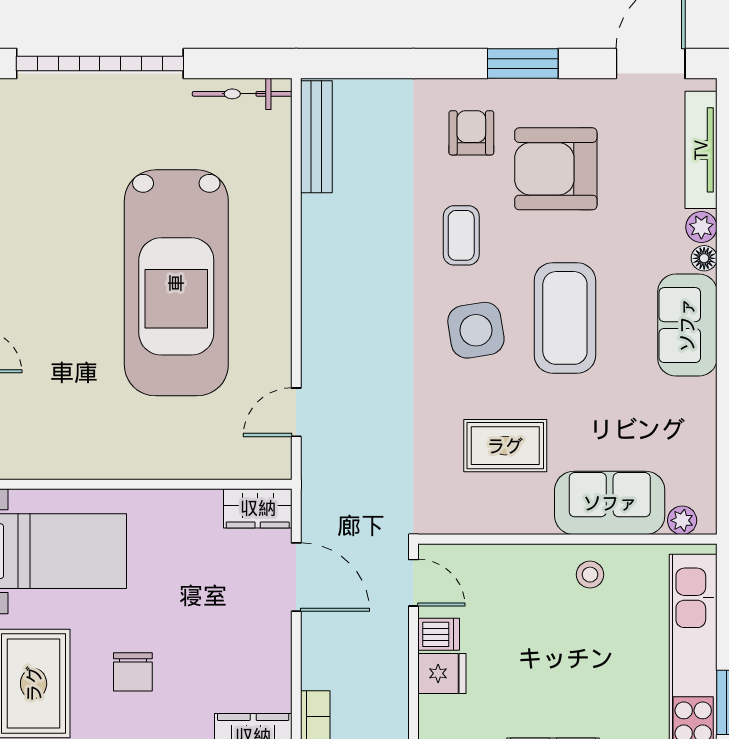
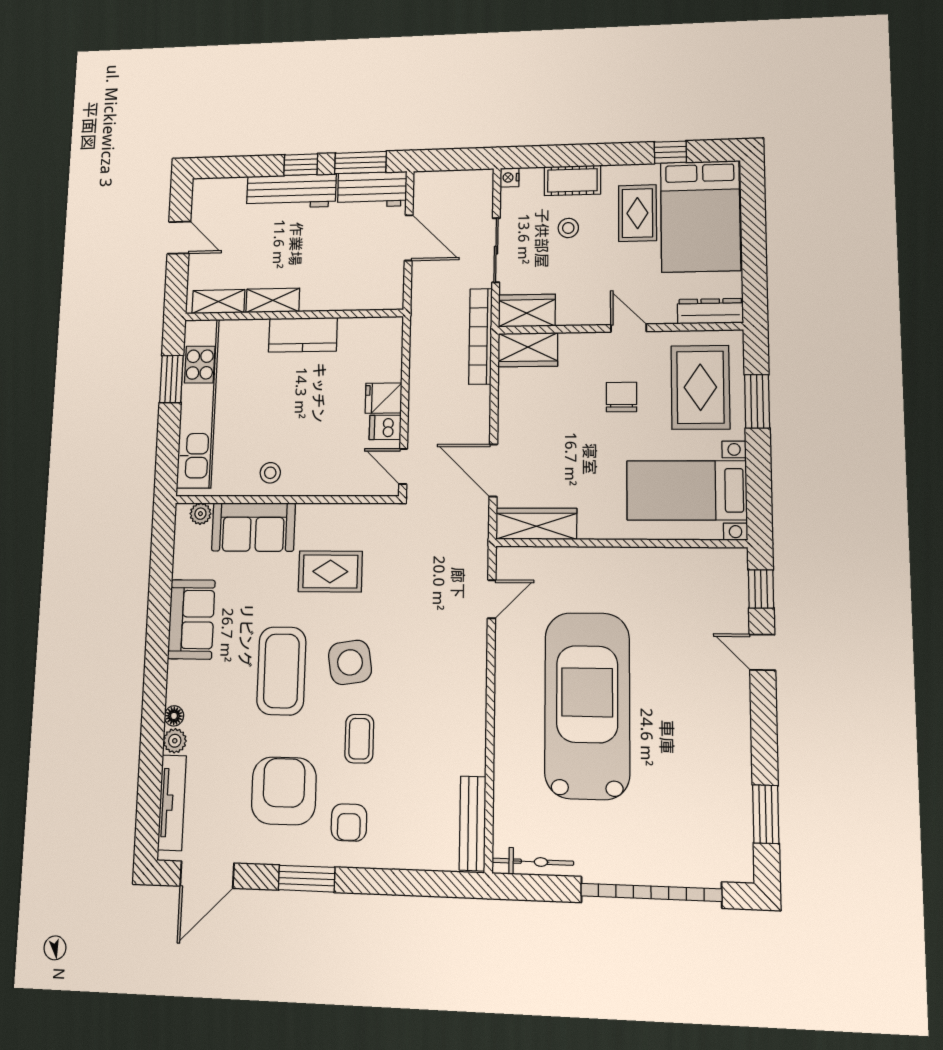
armchair: (556, 169) -> (284, 791), turned -90
sofa: (687, 325) -> (191, 619), moved
wardrobe: (258, 508) -> (536, 524), width x1.50

